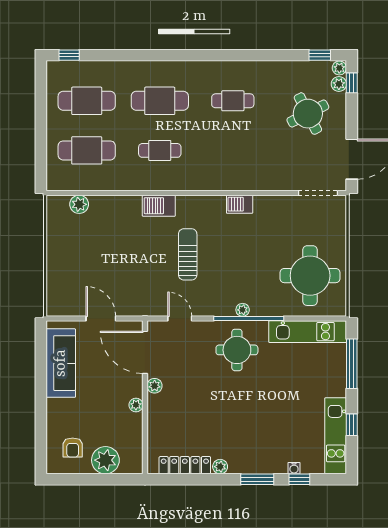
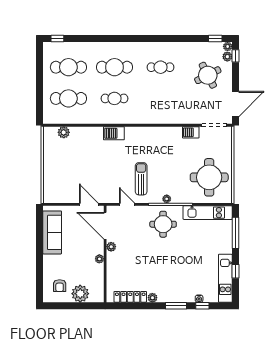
barbecue: (240, 204) -> (191, 132), moved
sun lounger: (188, 254) -> (141, 179), moved
door: (101, 319) -> (89, 204), moved

